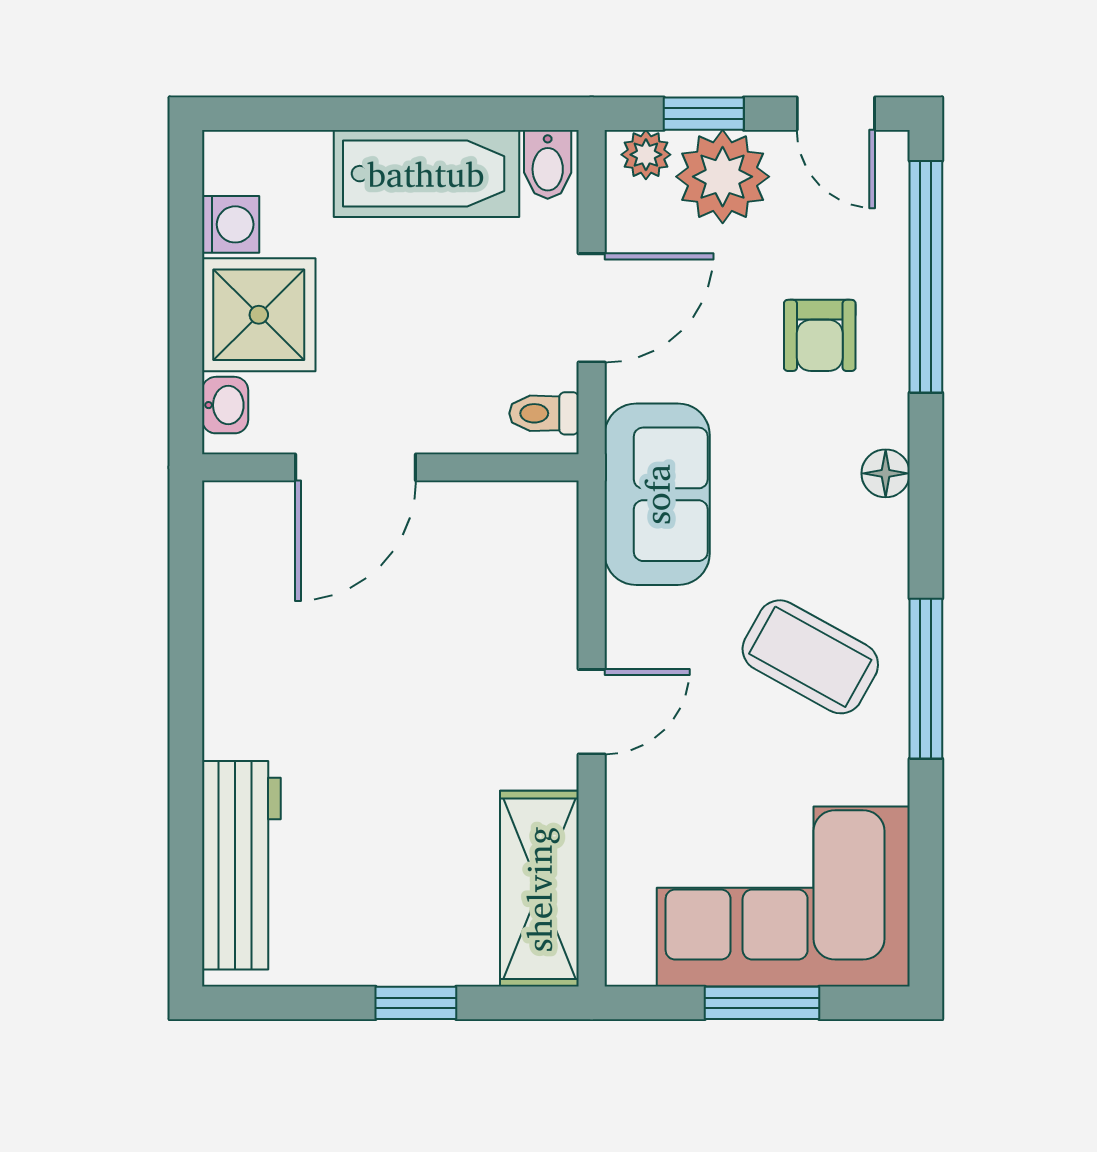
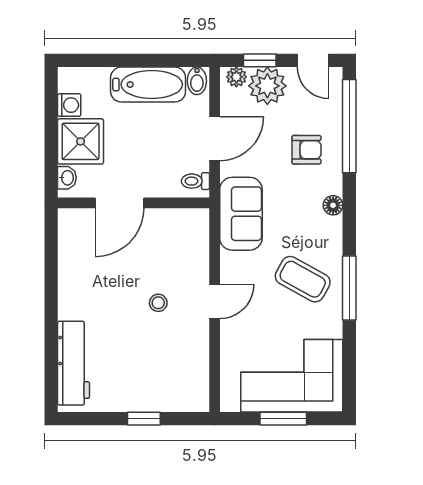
armchair: (820, 335) -> (306, 150), turned -90
stool: (452, 715) -> (158, 303), added
shelving: (539, 889) -> (194, 373), removed

